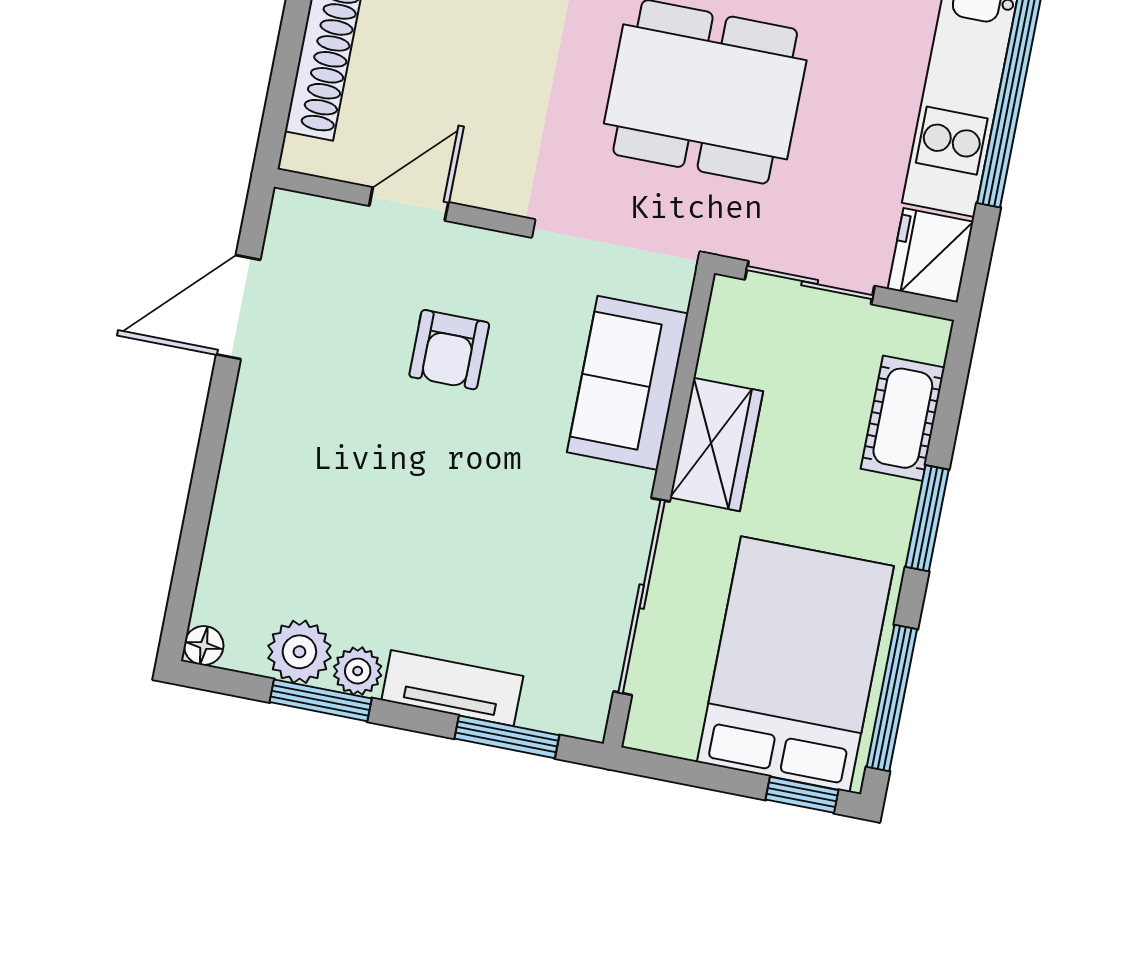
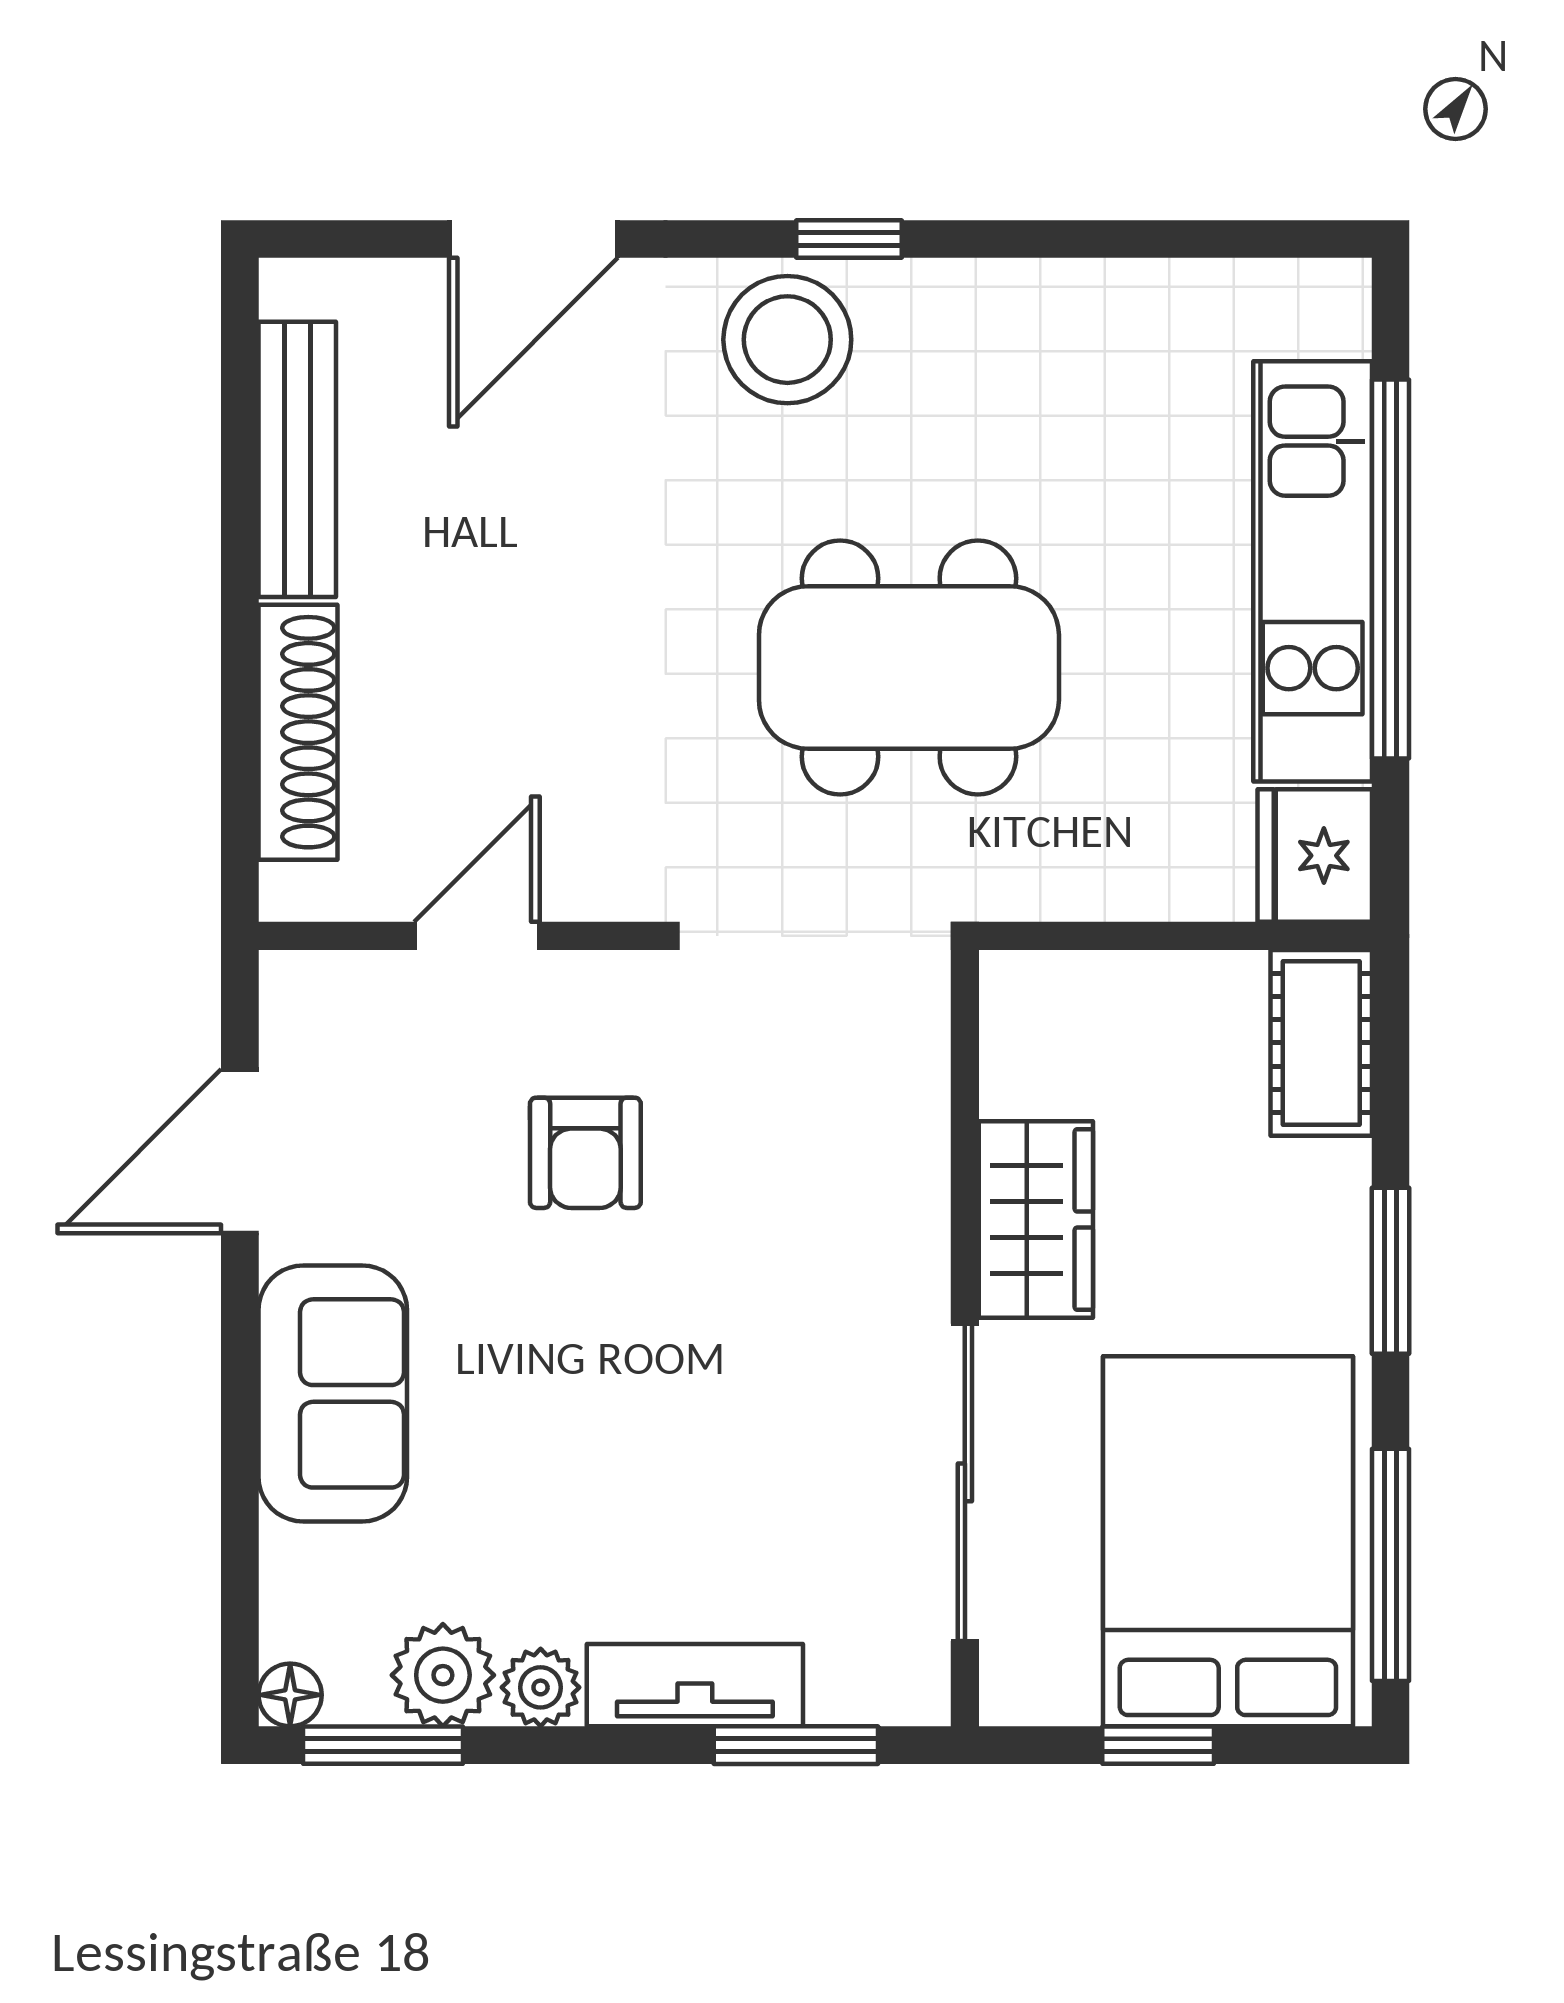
sliding door: (810, 283) -> (1133, 936), removed
sofa: (628, 383) -> (333, 1393), moved, turned 180
cot: (903, 418) -> (1321, 1043), moved
window: (321, 700) -> (383, 1745), moved
window: (802, 795) -> (1158, 1745), moved

